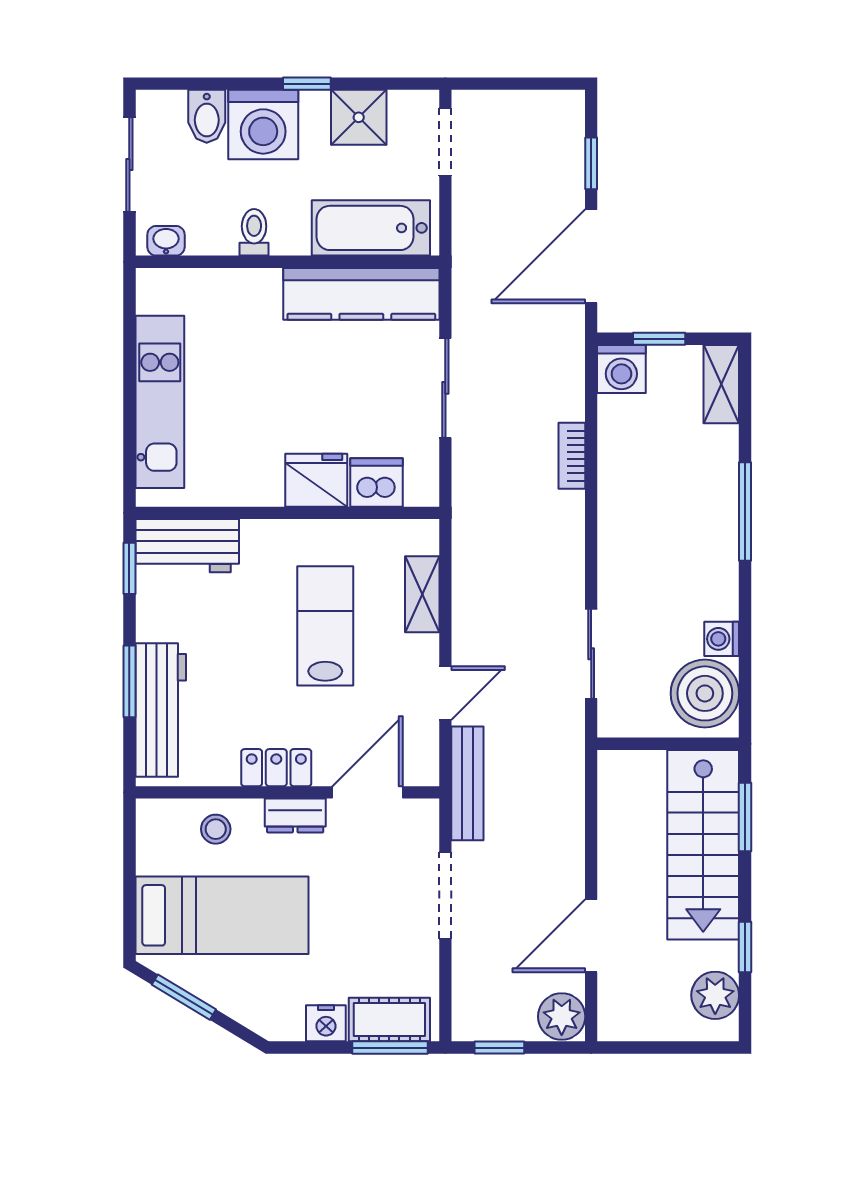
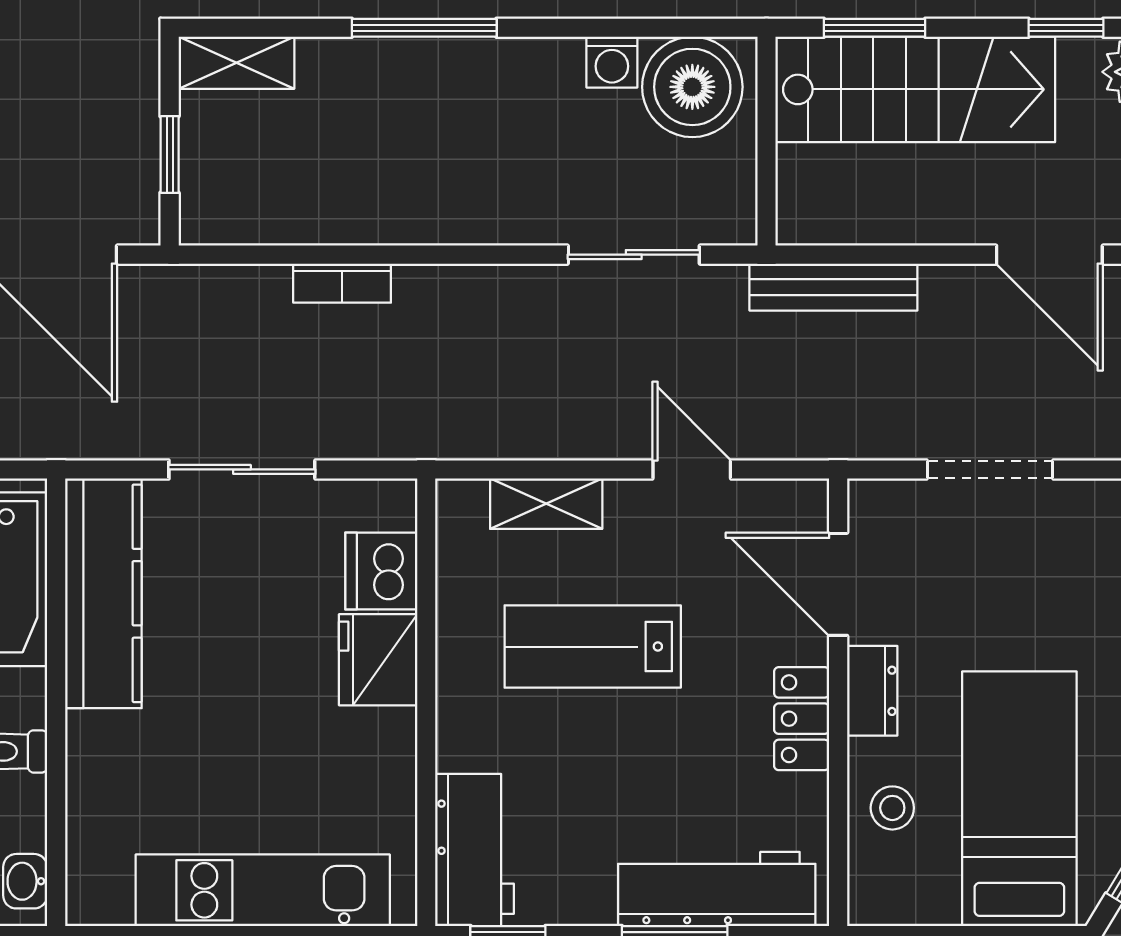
washing machine: (621, 369) -> (214, 210), removed
bench: (467, 783) -> (833, 287), moved

